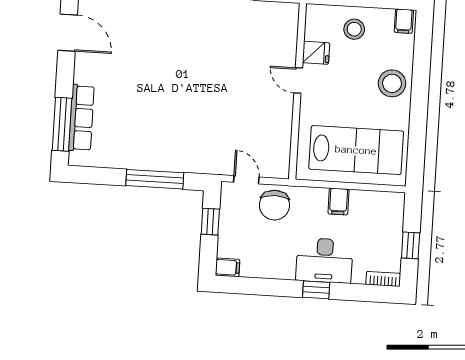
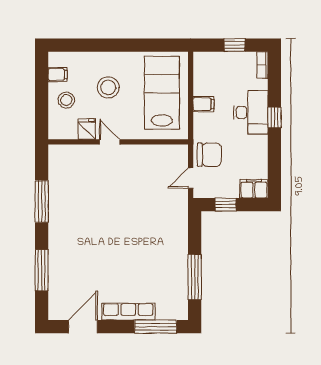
filing cabinet: (404, 21) -> (58, 74), moved
door: (298, 81) -> (110, 142), swing flipped
stool: (392, 83) -> (108, 87), moved
row of seats: (81, 118) -> (128, 312), moved
window: (155, 179) -> (195, 277), moved
filing cabinet: (228, 267) -> (254, 189), width x2.00

